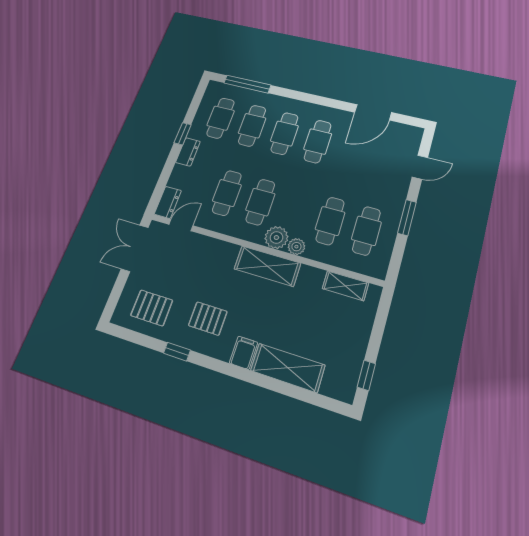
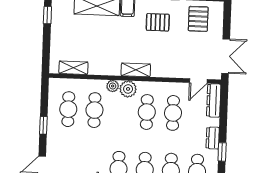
dresser: (168, 202) -> (214, 100), width x1.44
window: (407, 218) -> (43, 125), width x0.67
shelving: (267, 266) -> (136, 70), width x0.67, depth x0.75
pallet: (152, 308) -> (198, 19), turned 90

